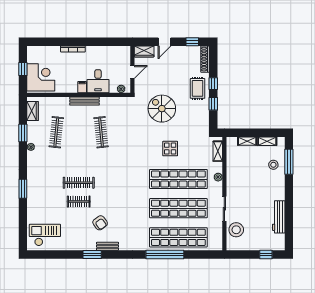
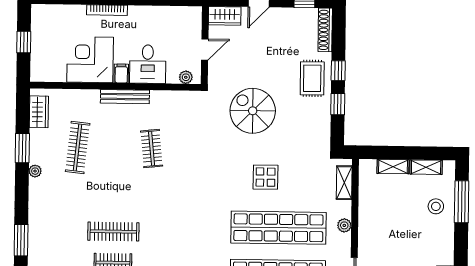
corner desk: (41, 77) -> (90, 60), moved, turned -90
clothes rail: (101, 132) -> (152, 149), width x0.73

